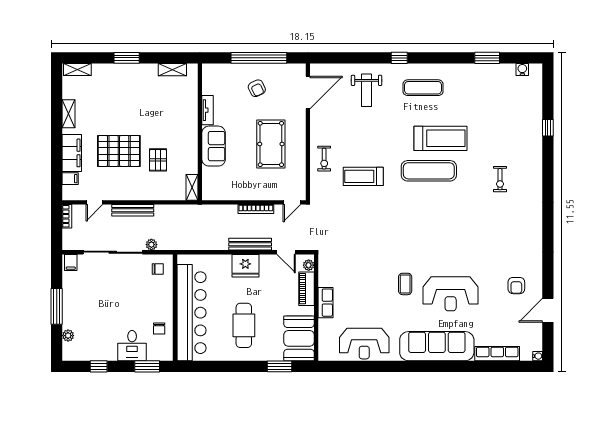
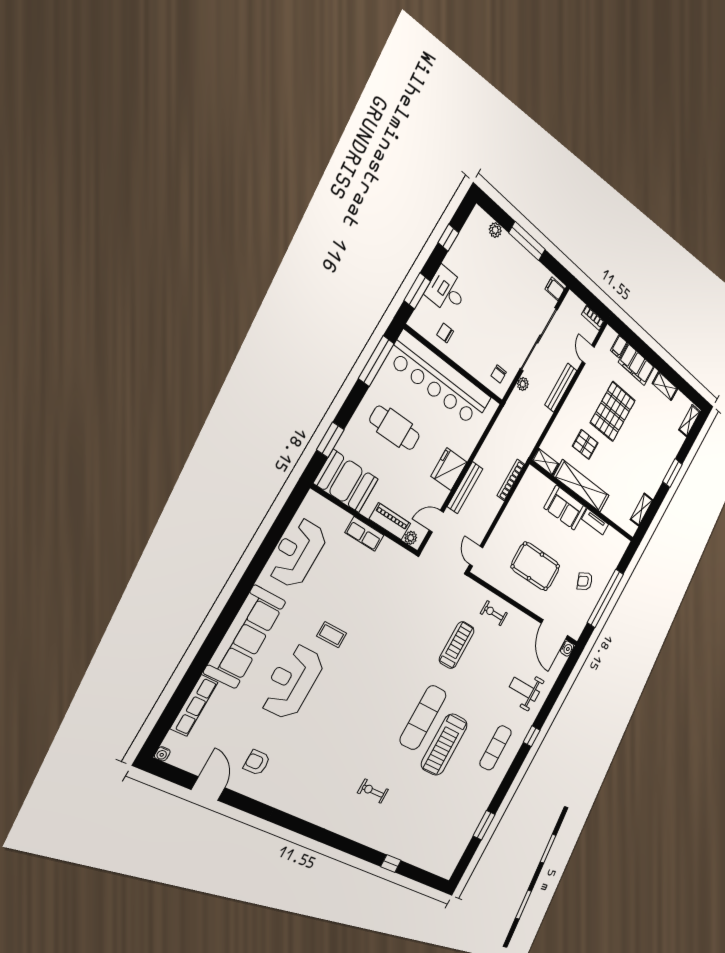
water cooler: (522, 70) -> (567, 649), moved
shelving: (189, 142) -> (582, 486), added
bookcase: (256, 209) -> (511, 480), moved
window: (210, 366) -> (376, 361), added

